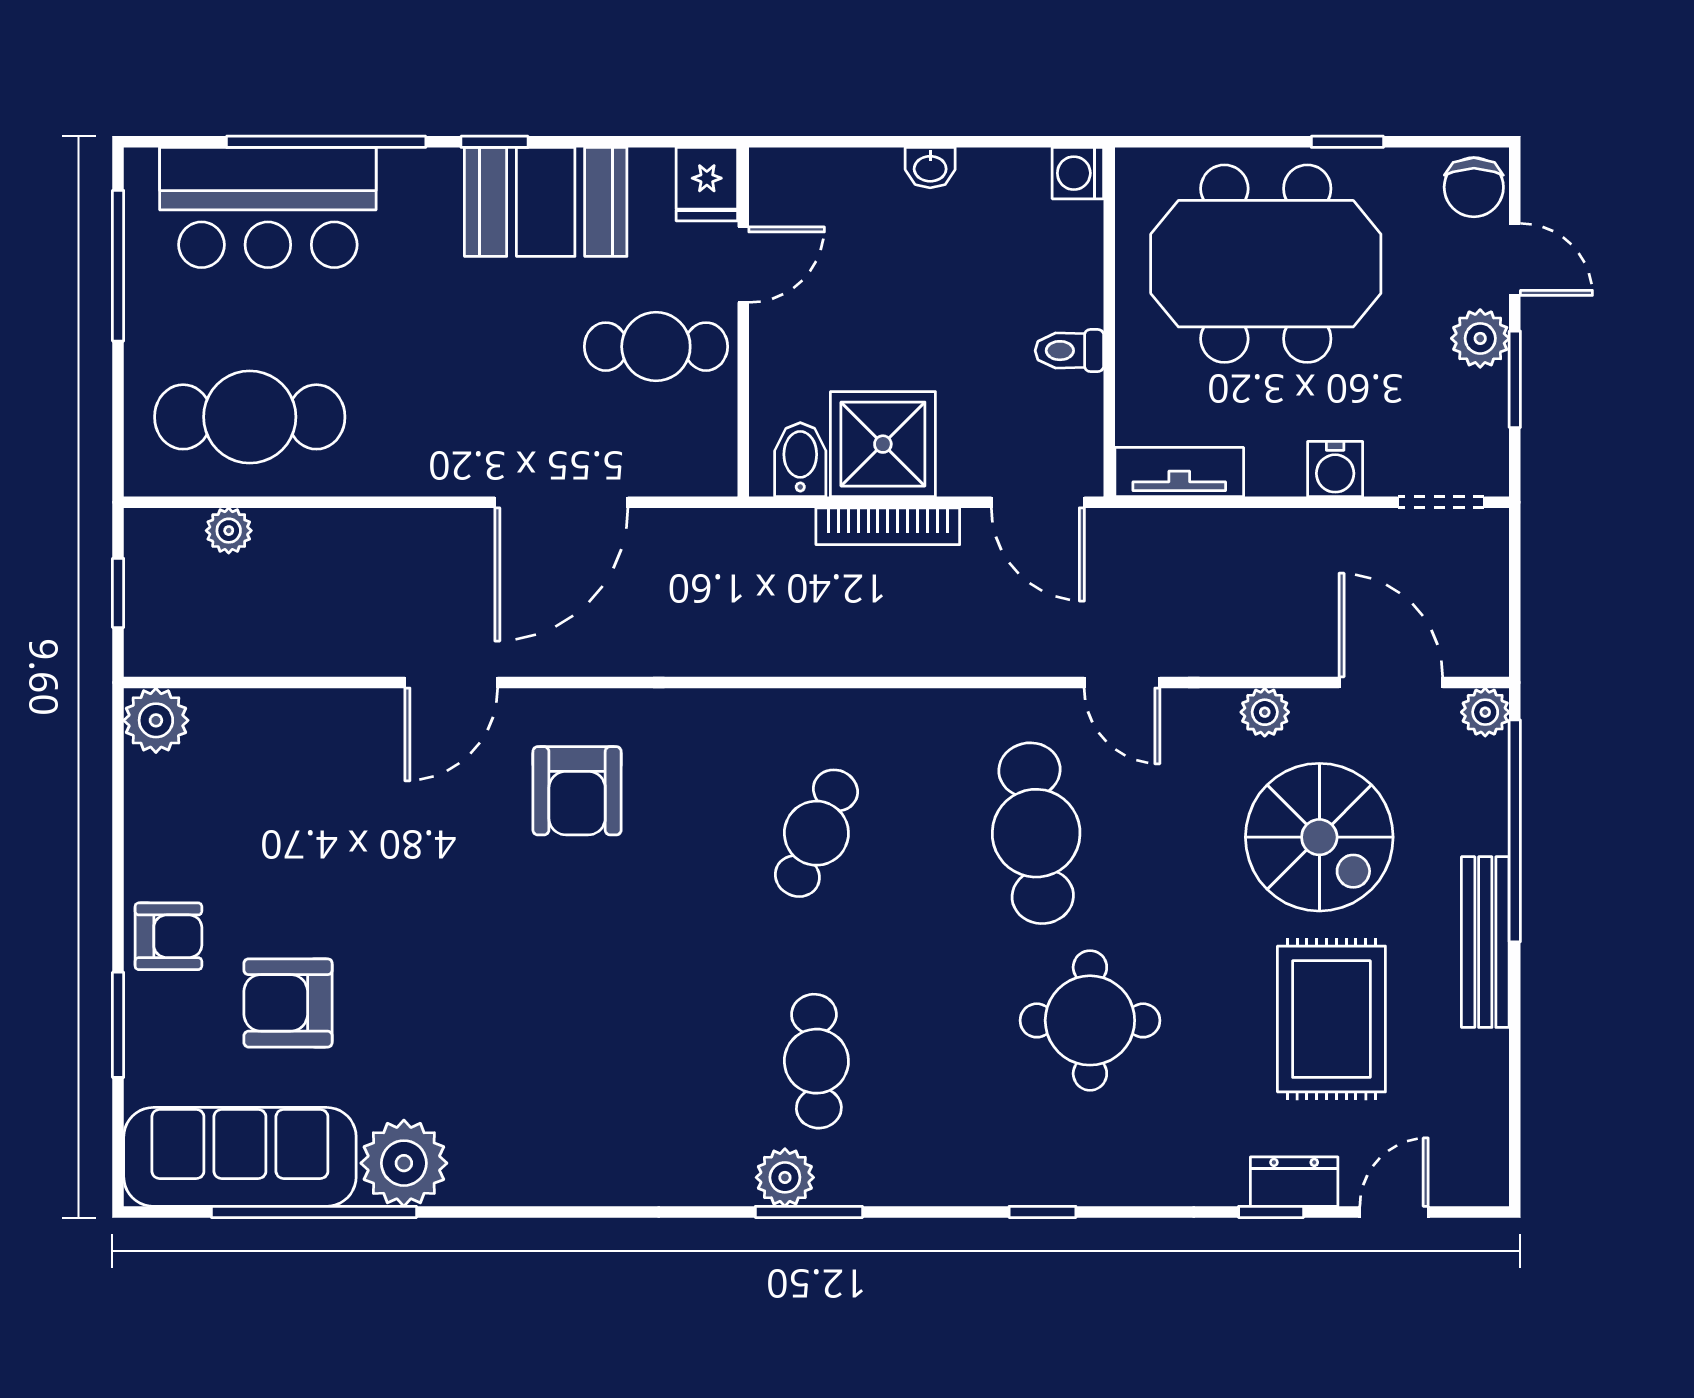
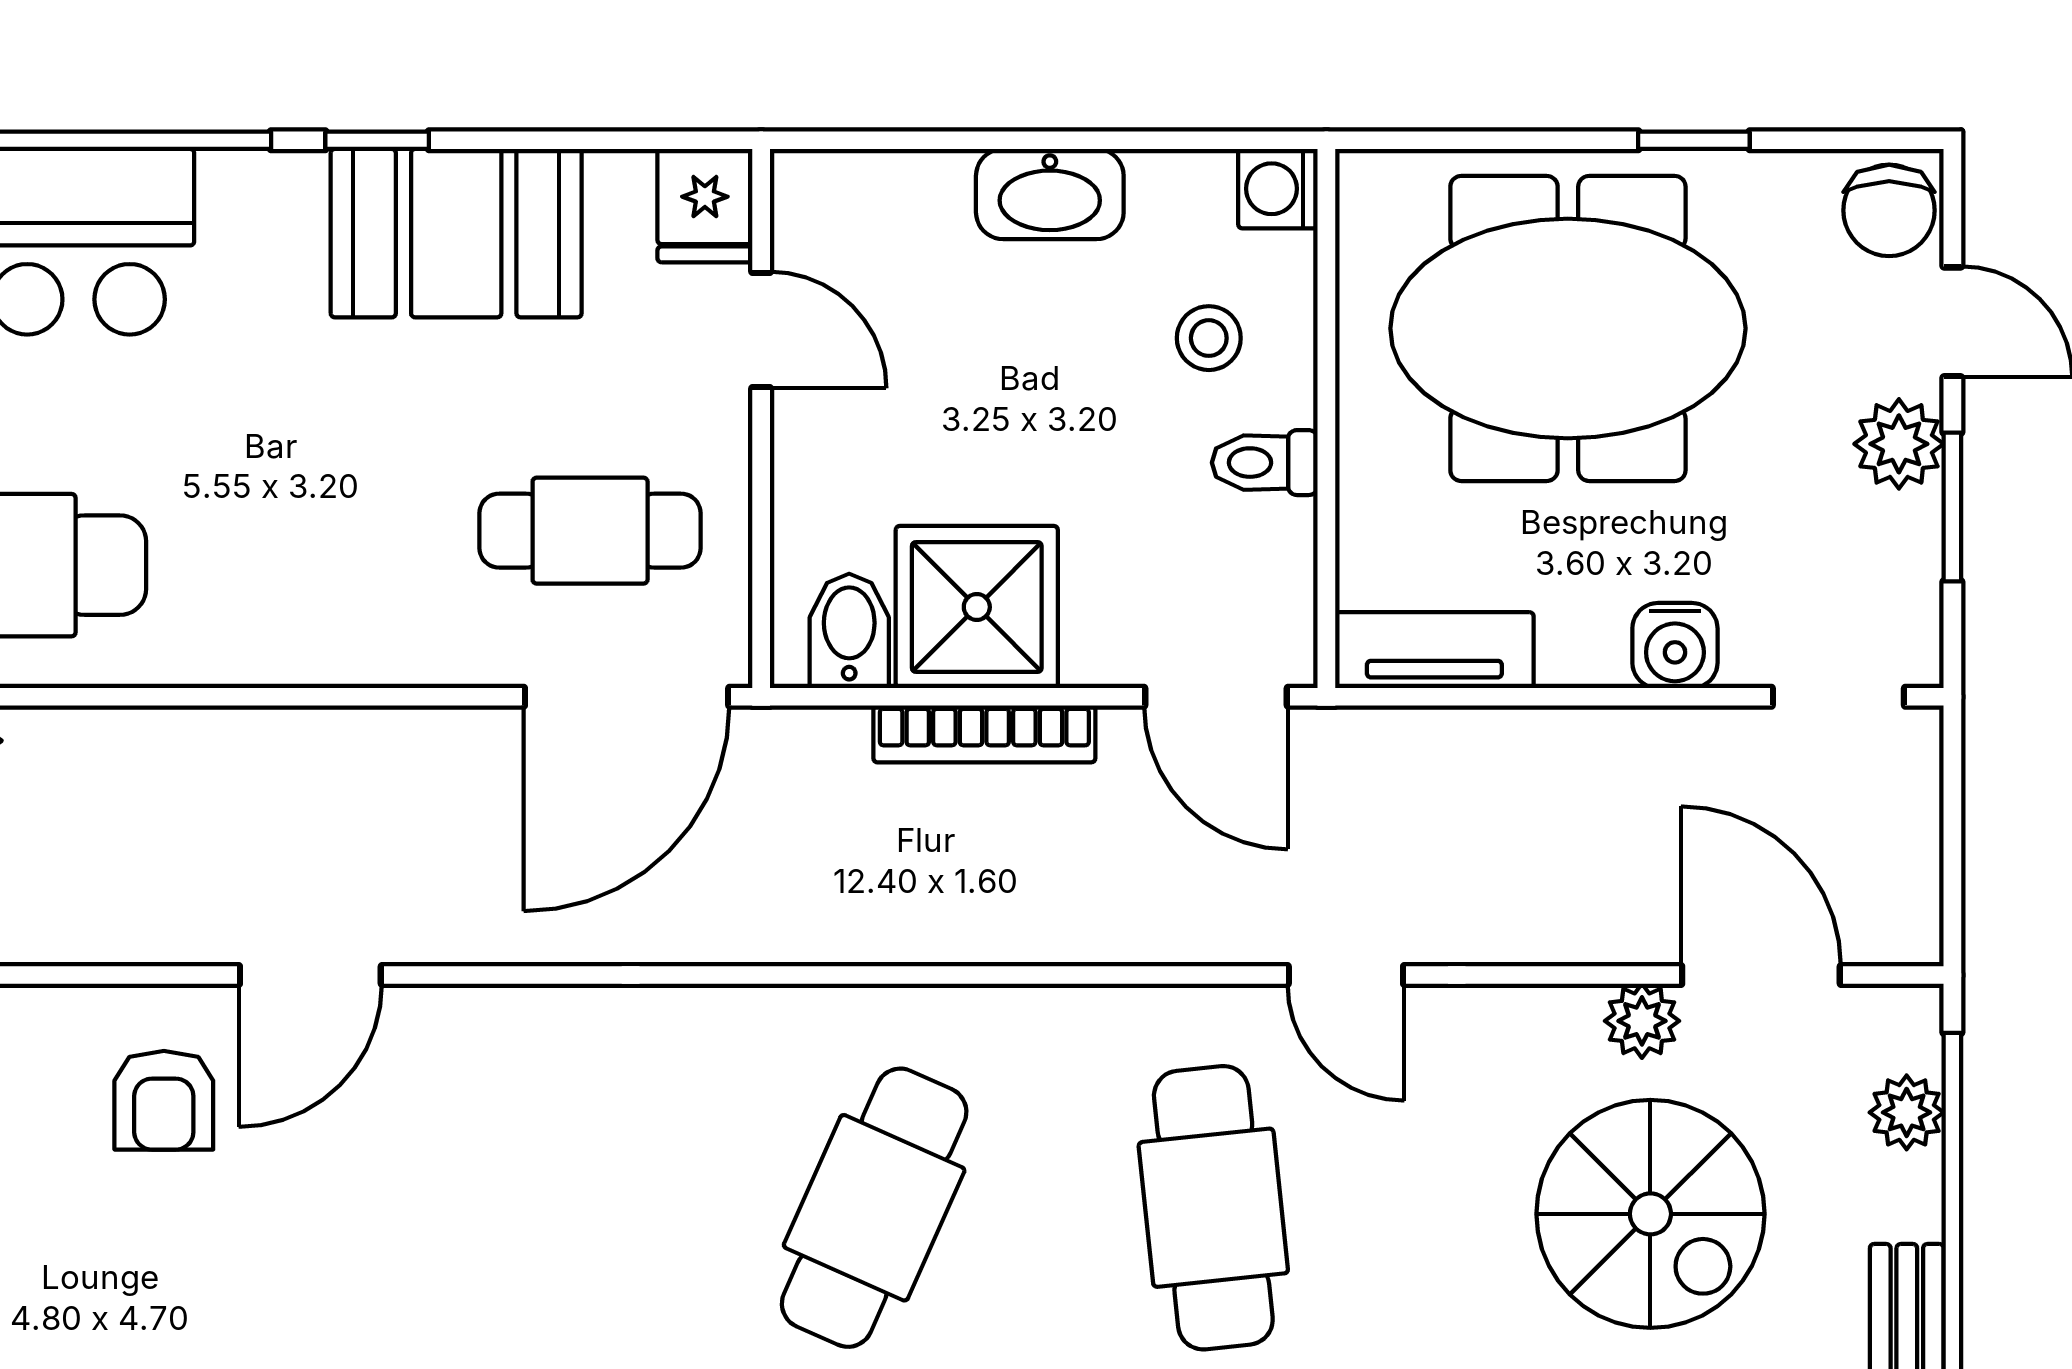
washbasin: (930, 168) -> (1050, 194), width x1.91, depth x1.45
door: (743, 265) -> (761, 330), hinge flipped
stool: (1033, 270) -> (1209, 338), added
cafe table: (656, 347) -> (590, 531), moved
door: (561, 502) -> (627, 697), moved
plant: (1265, 712) -> (1642, 1021), moved
plant: (1485, 712) -> (1907, 1112), moved
armchair: (577, 791) -> (164, 1100), moved, width x0.72, depth x0.72
cafe table: (816, 833) -> (874, 1208), width x1.37, depth x1.35

